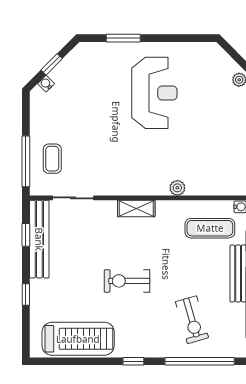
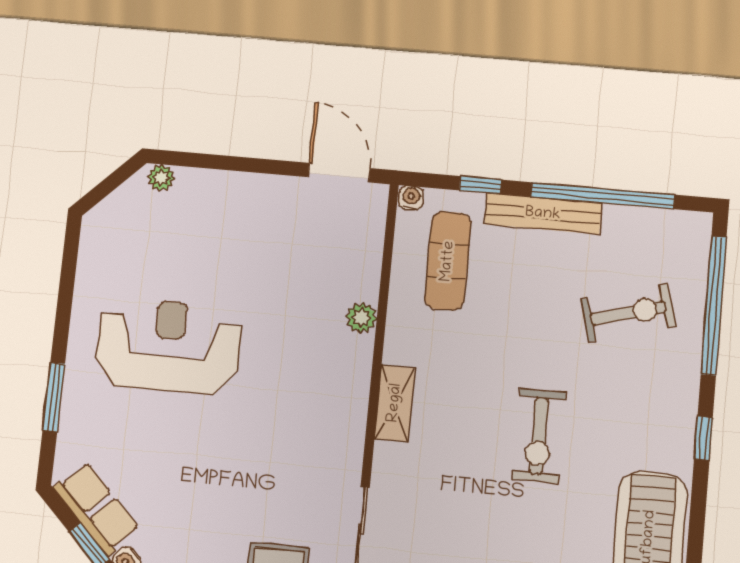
row of seats: (70, 66) -> (97, 508), added

